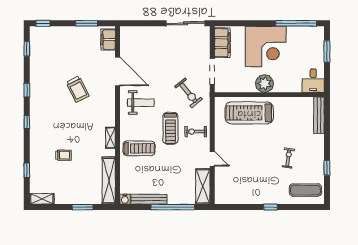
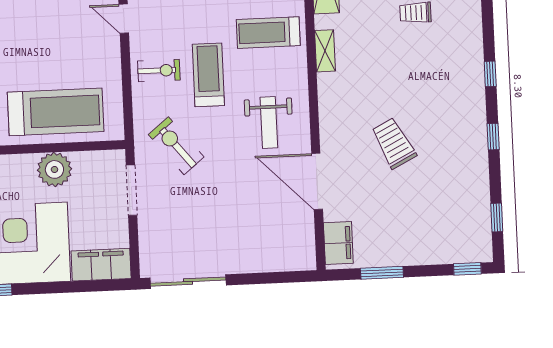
filing cabinet: (222, 43) -> (101, 265), moved, turned 90
plant: (265, 84) -> (54, 169), moved
weight bench: (141, 103) -> (269, 122), turned -90

